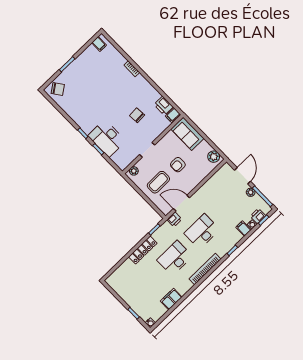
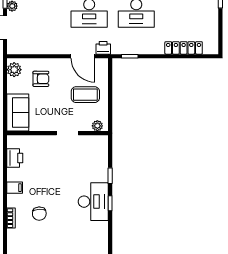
chair: (137, 115) -> (39, 214), moved
filing cabinet: (173, 115) -> (15, 188), moved
desk: (107, 138) -> (93, 202), moved
armchair: (178, 165) -> (41, 79), moved
locker: (143, 250) -> (184, 48), moved

